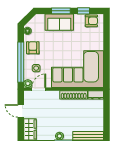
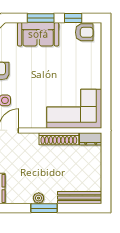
corner sofa: (78, 69) -> (74, 109), width x0.73, depth x0.74

